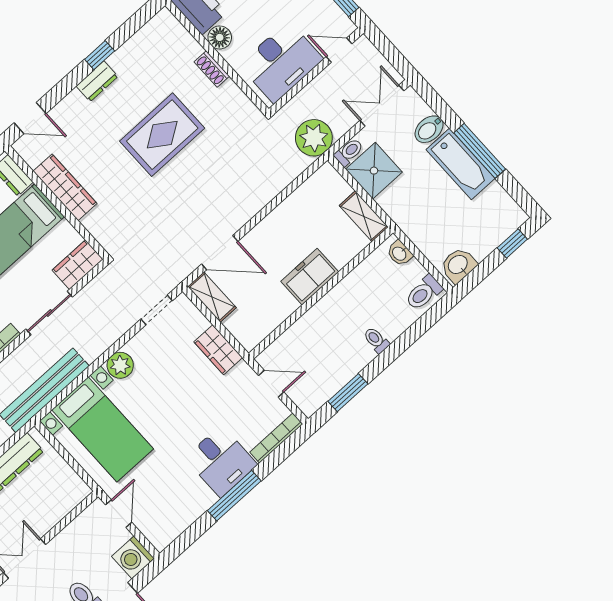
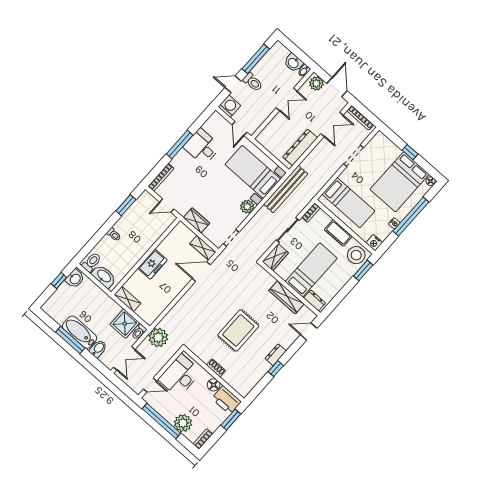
window: (512, 244) -> (59, 281), moved
washbasin: (400, 253) -> (104, 276), width x1.91, depth x1.45
desk: (221, 461) -> (202, 147), moved

